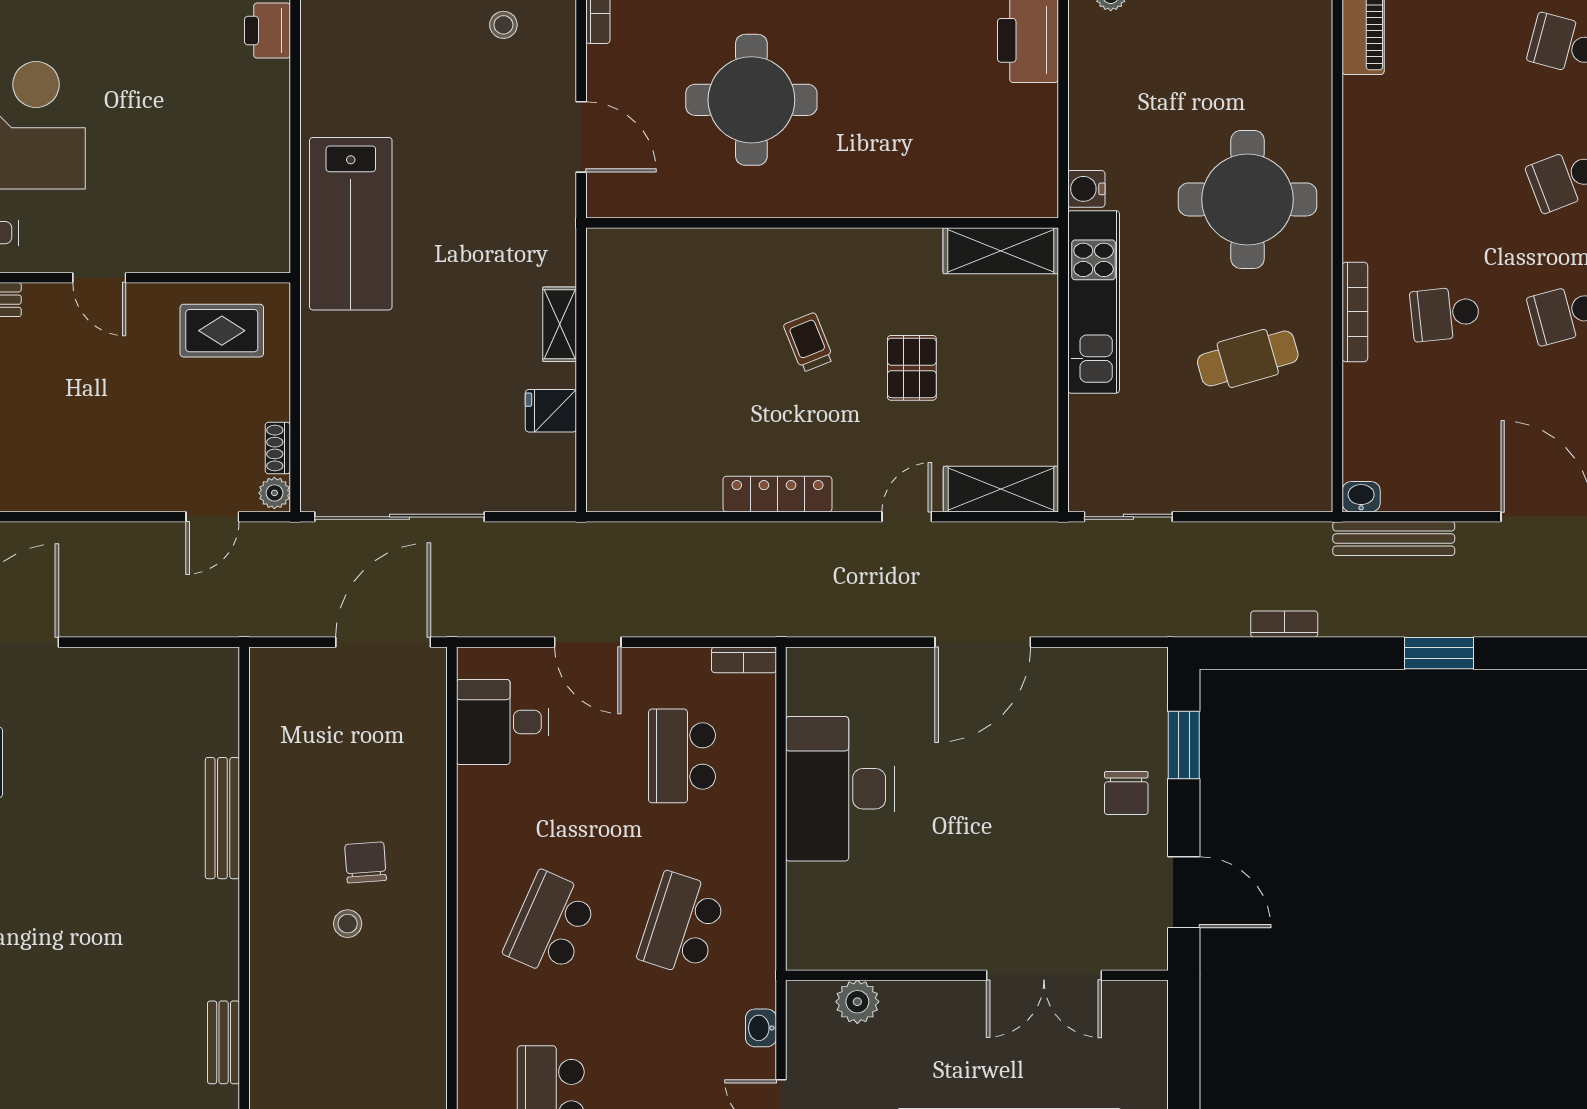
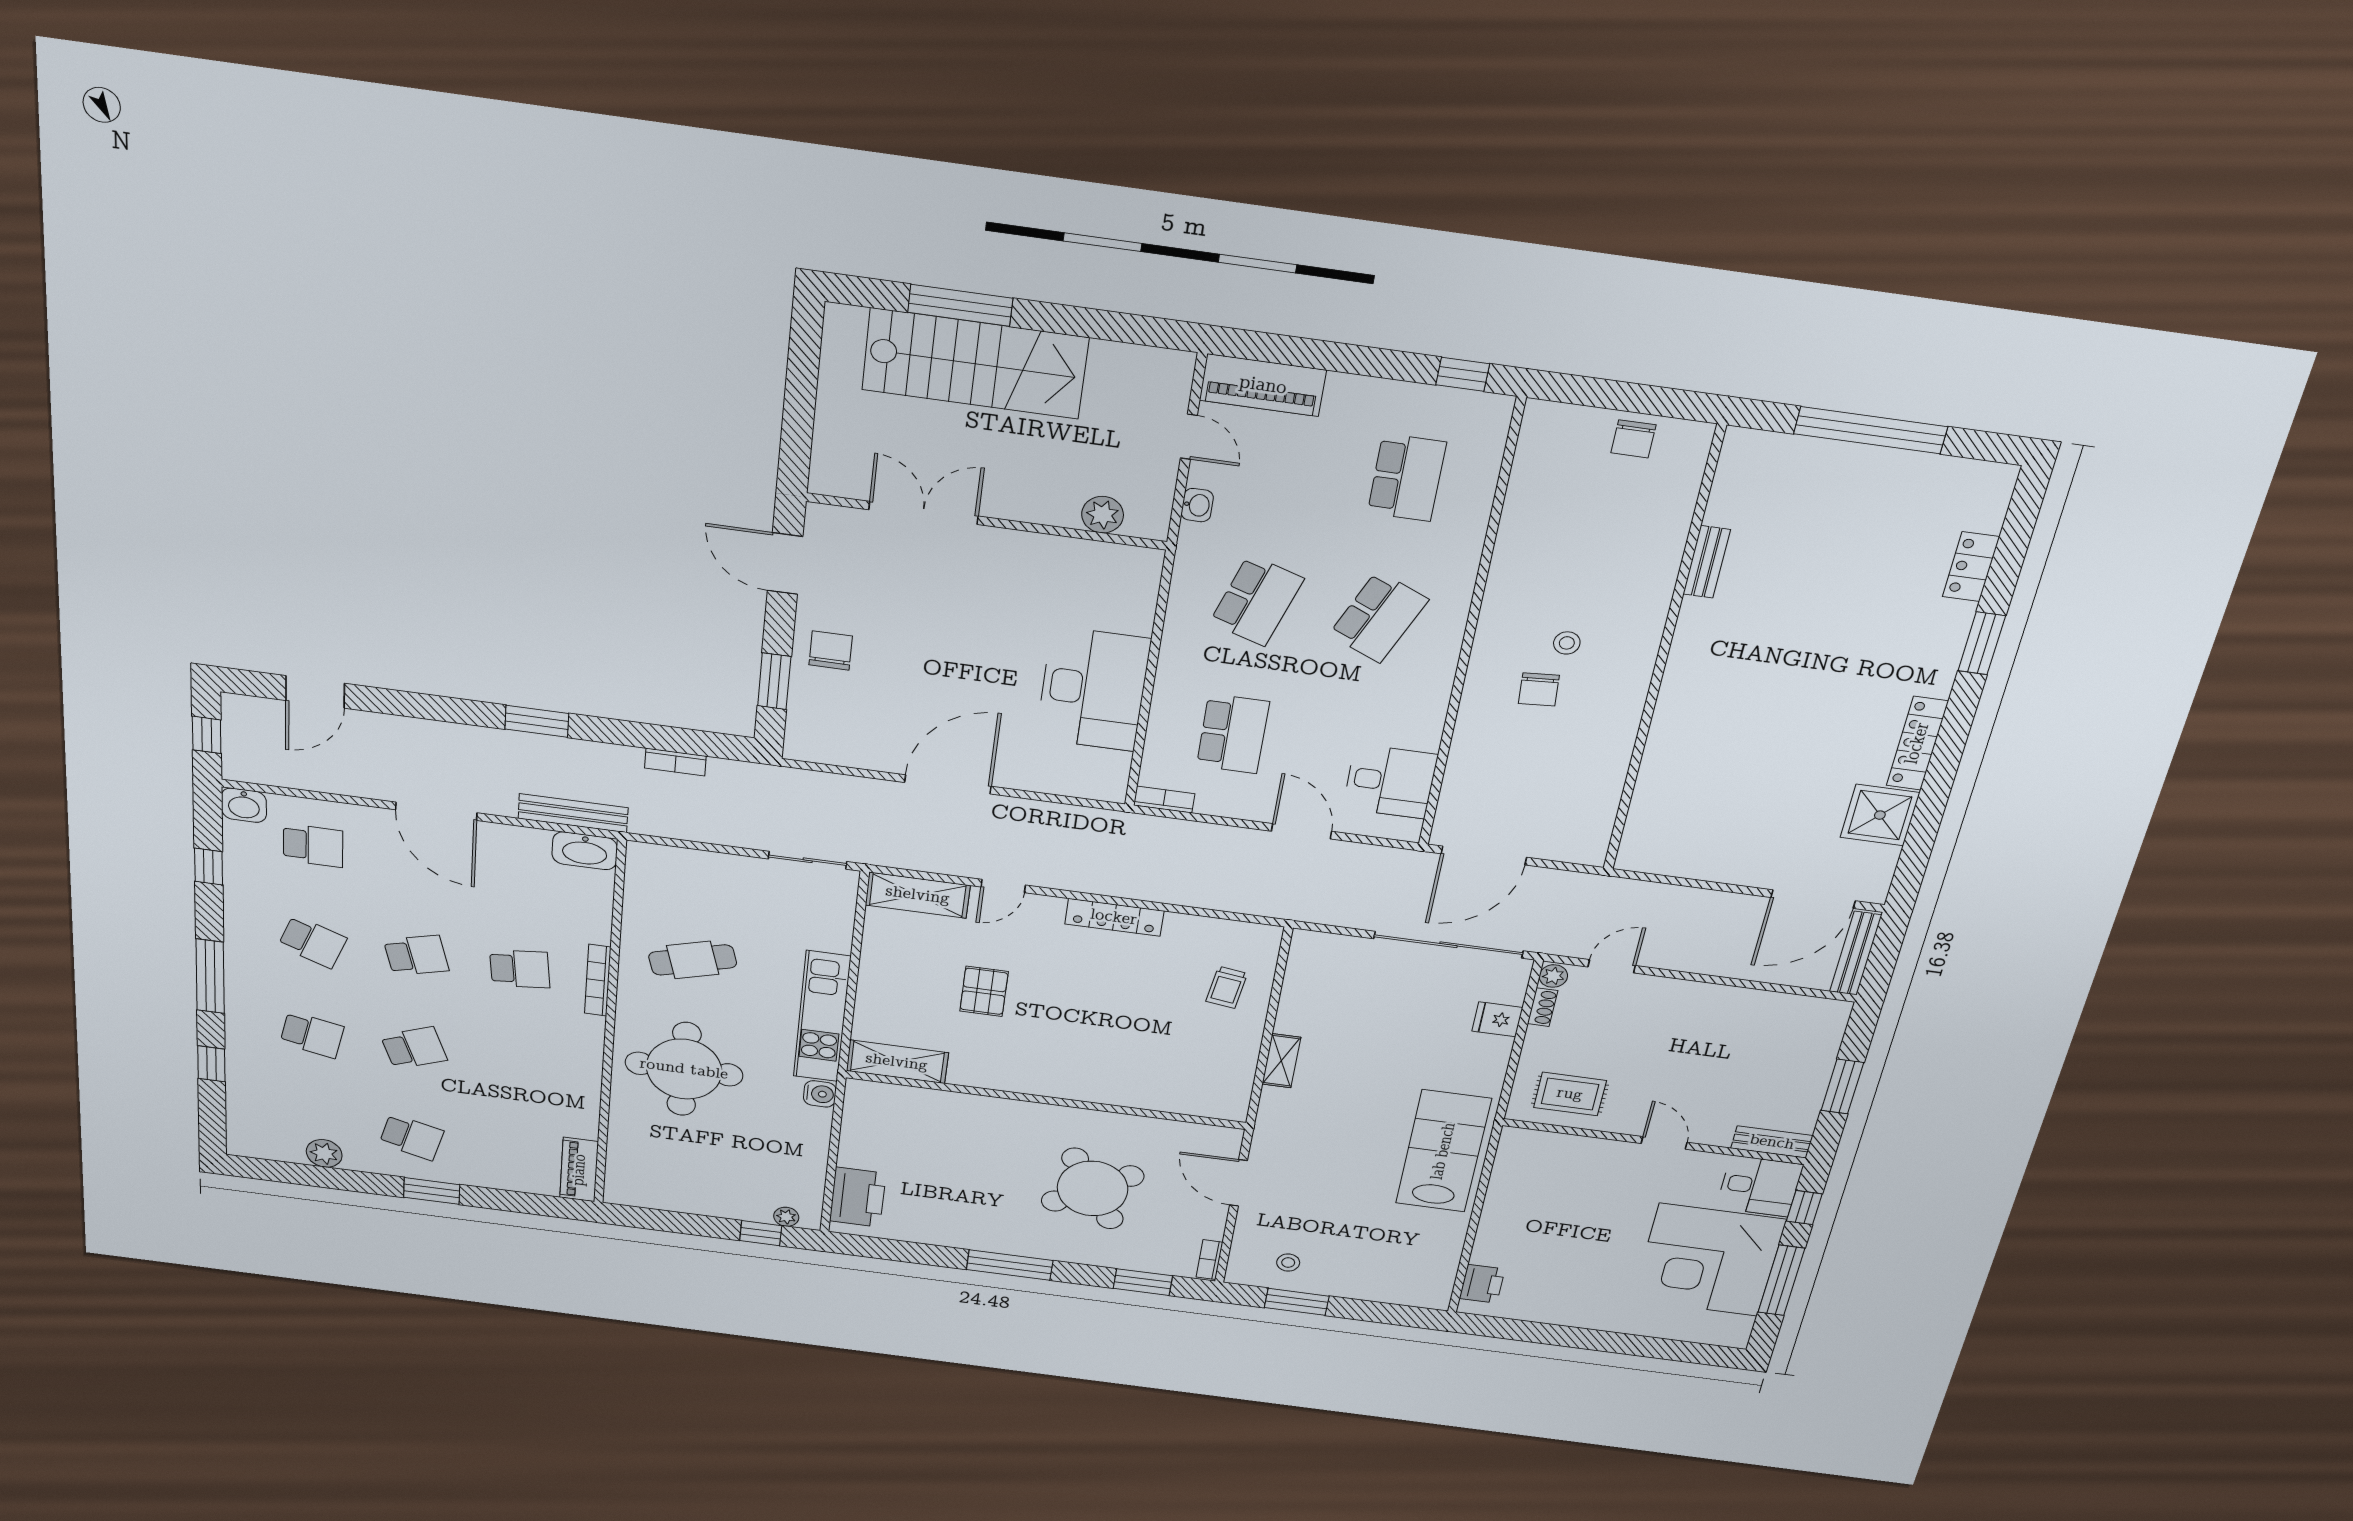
round table: (751, 100) -> (1093, 1189), turned -32
trolley: (809, 342) -> (1227, 987), moved, turned 30
fridge: (551, 411) -> (1497, 1019), moved, turned 180
washbasin: (1361, 497) -> (585, 851), width x1.91, depth x1.45
bench: (222, 818) -> (1661, 742), removed

